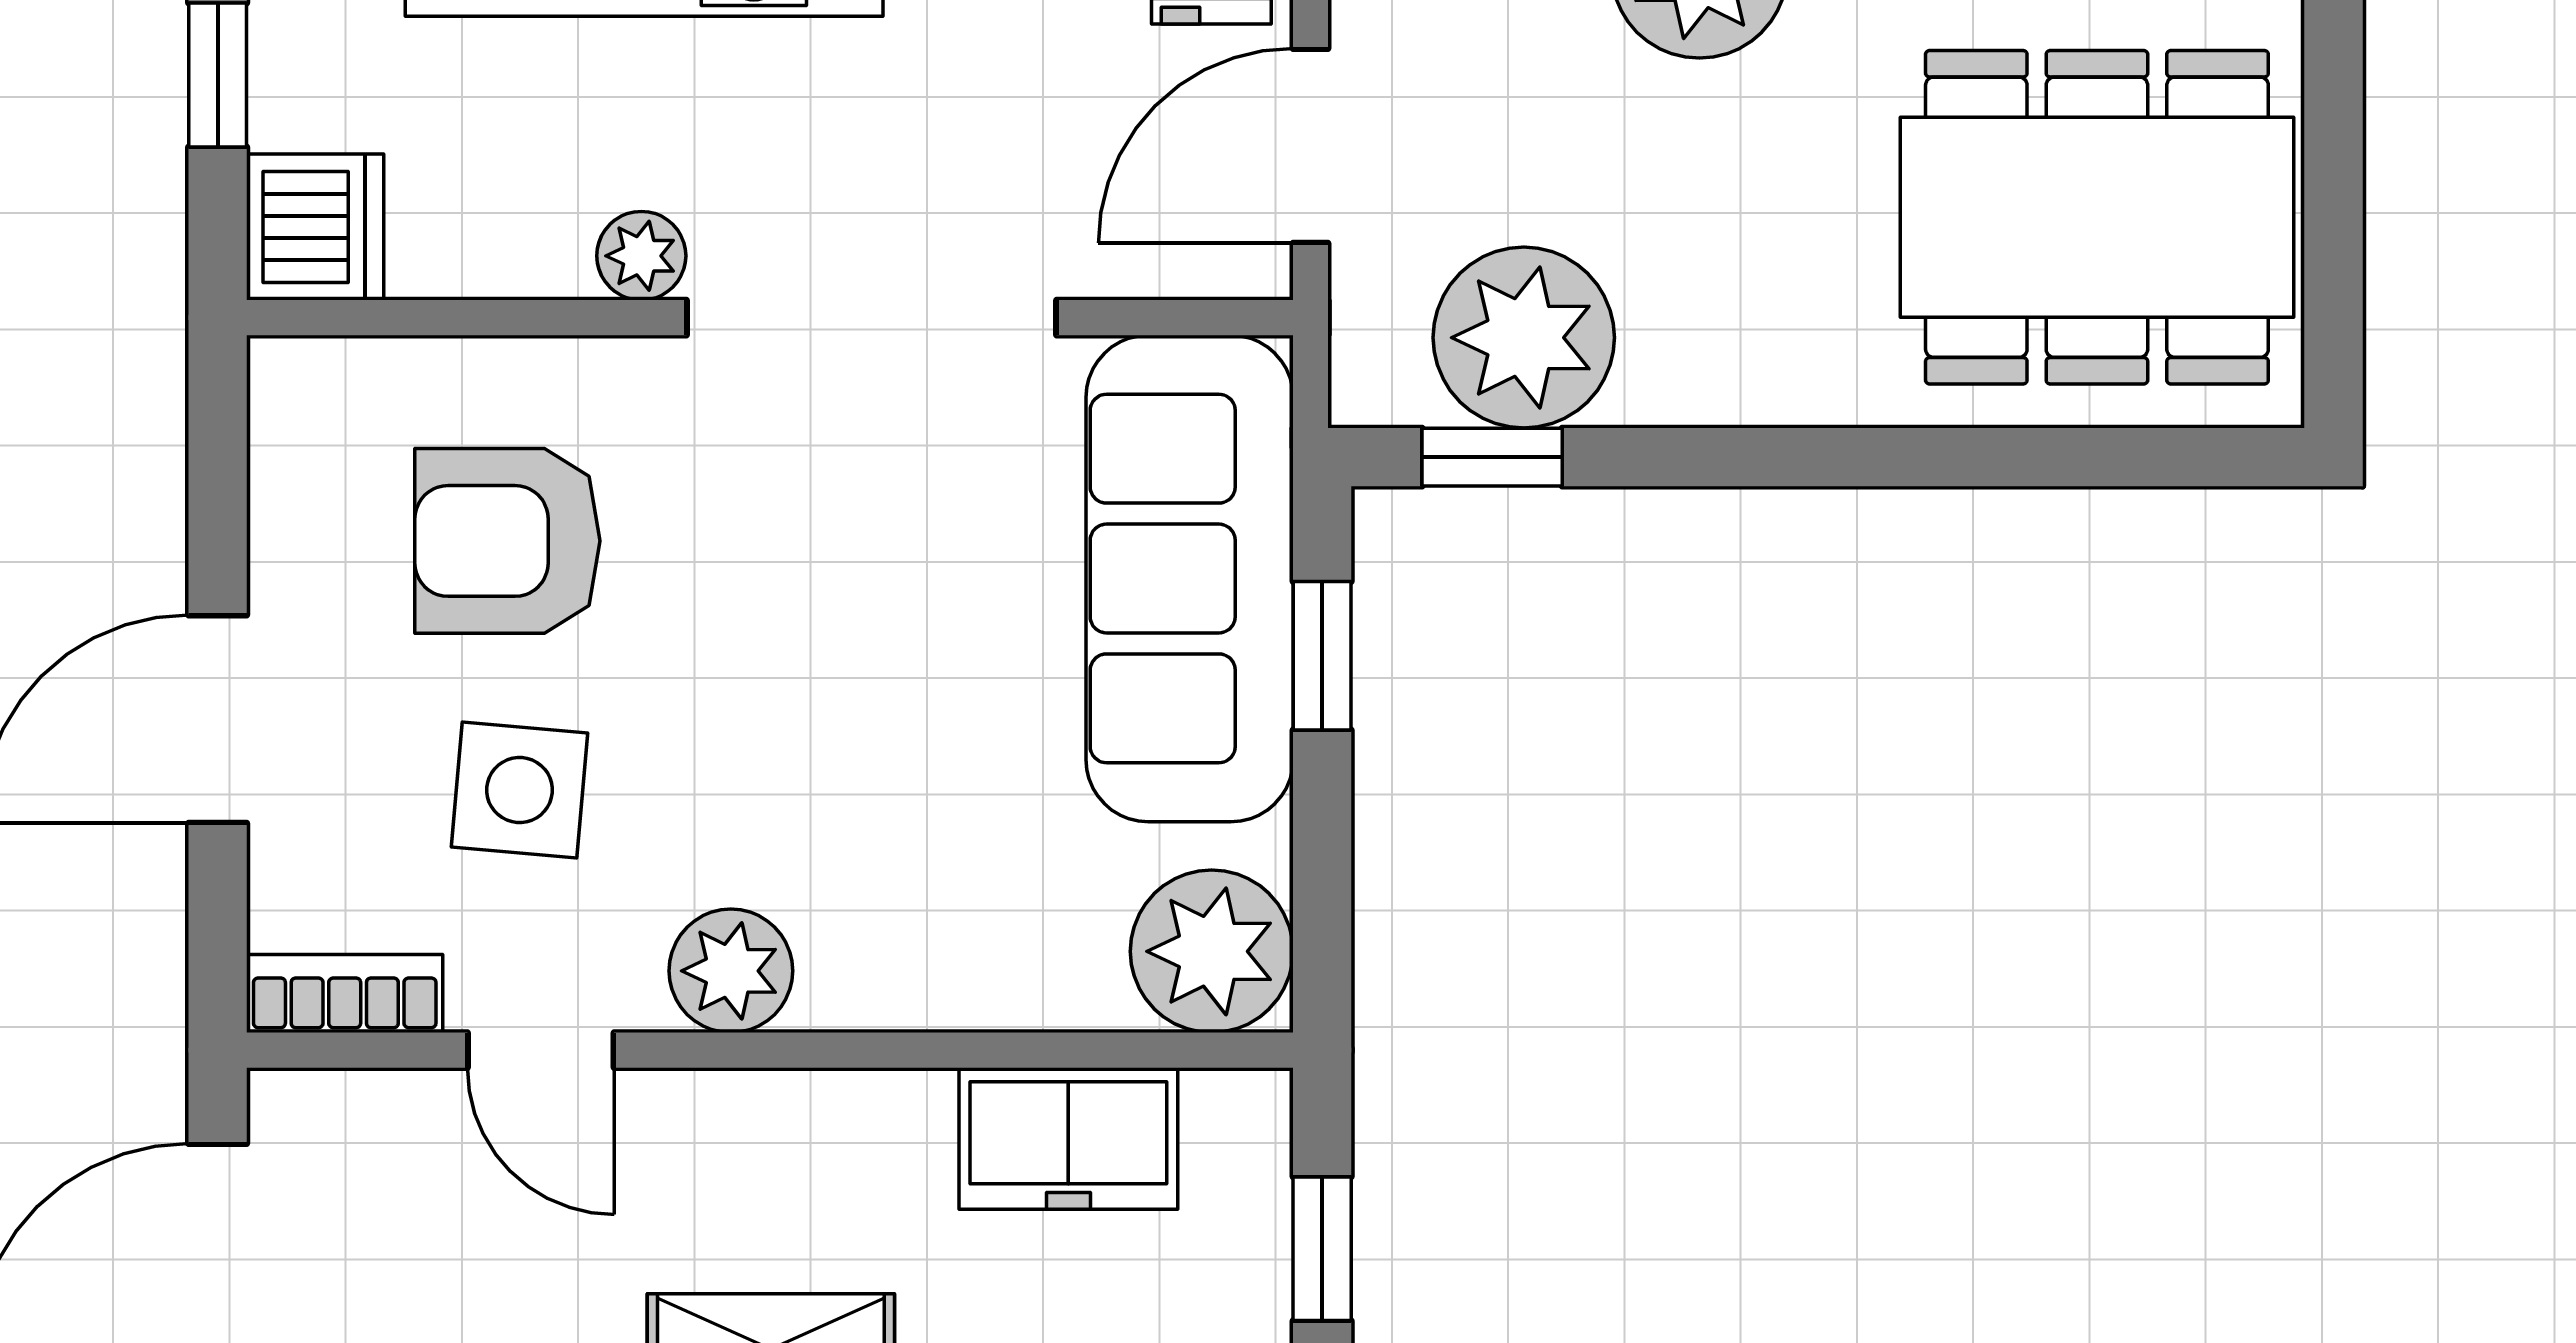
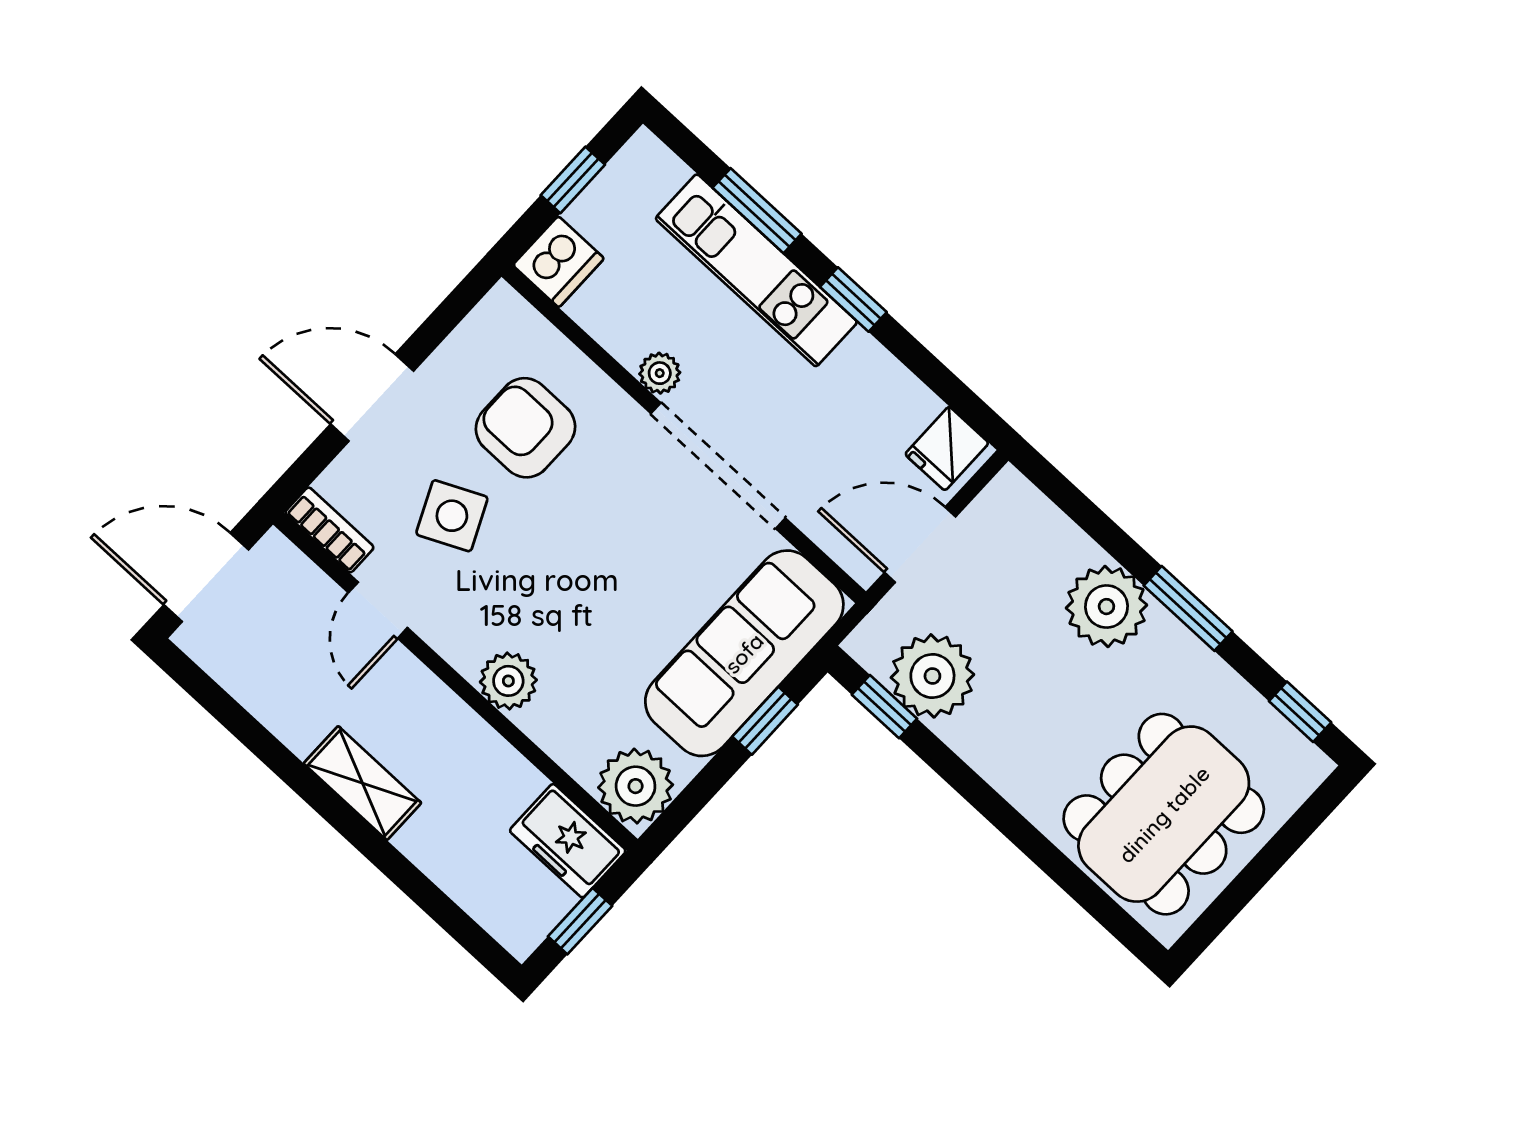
dining table: (2097, 217) -> (1164, 814), turned 90
side table: (520, 790) -> (452, 516), turned -30
plant: (731, 971) -> (508, 681), moved
freezer: (1068, 1139) -> (568, 841), moved

